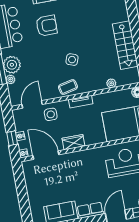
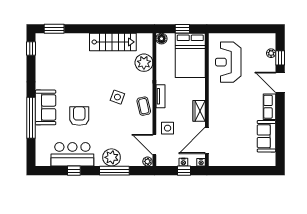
plant: (10, 79) -> (147, 161), moved
plant: (111, 83) -> (144, 63), width x1.88, depth x1.88

